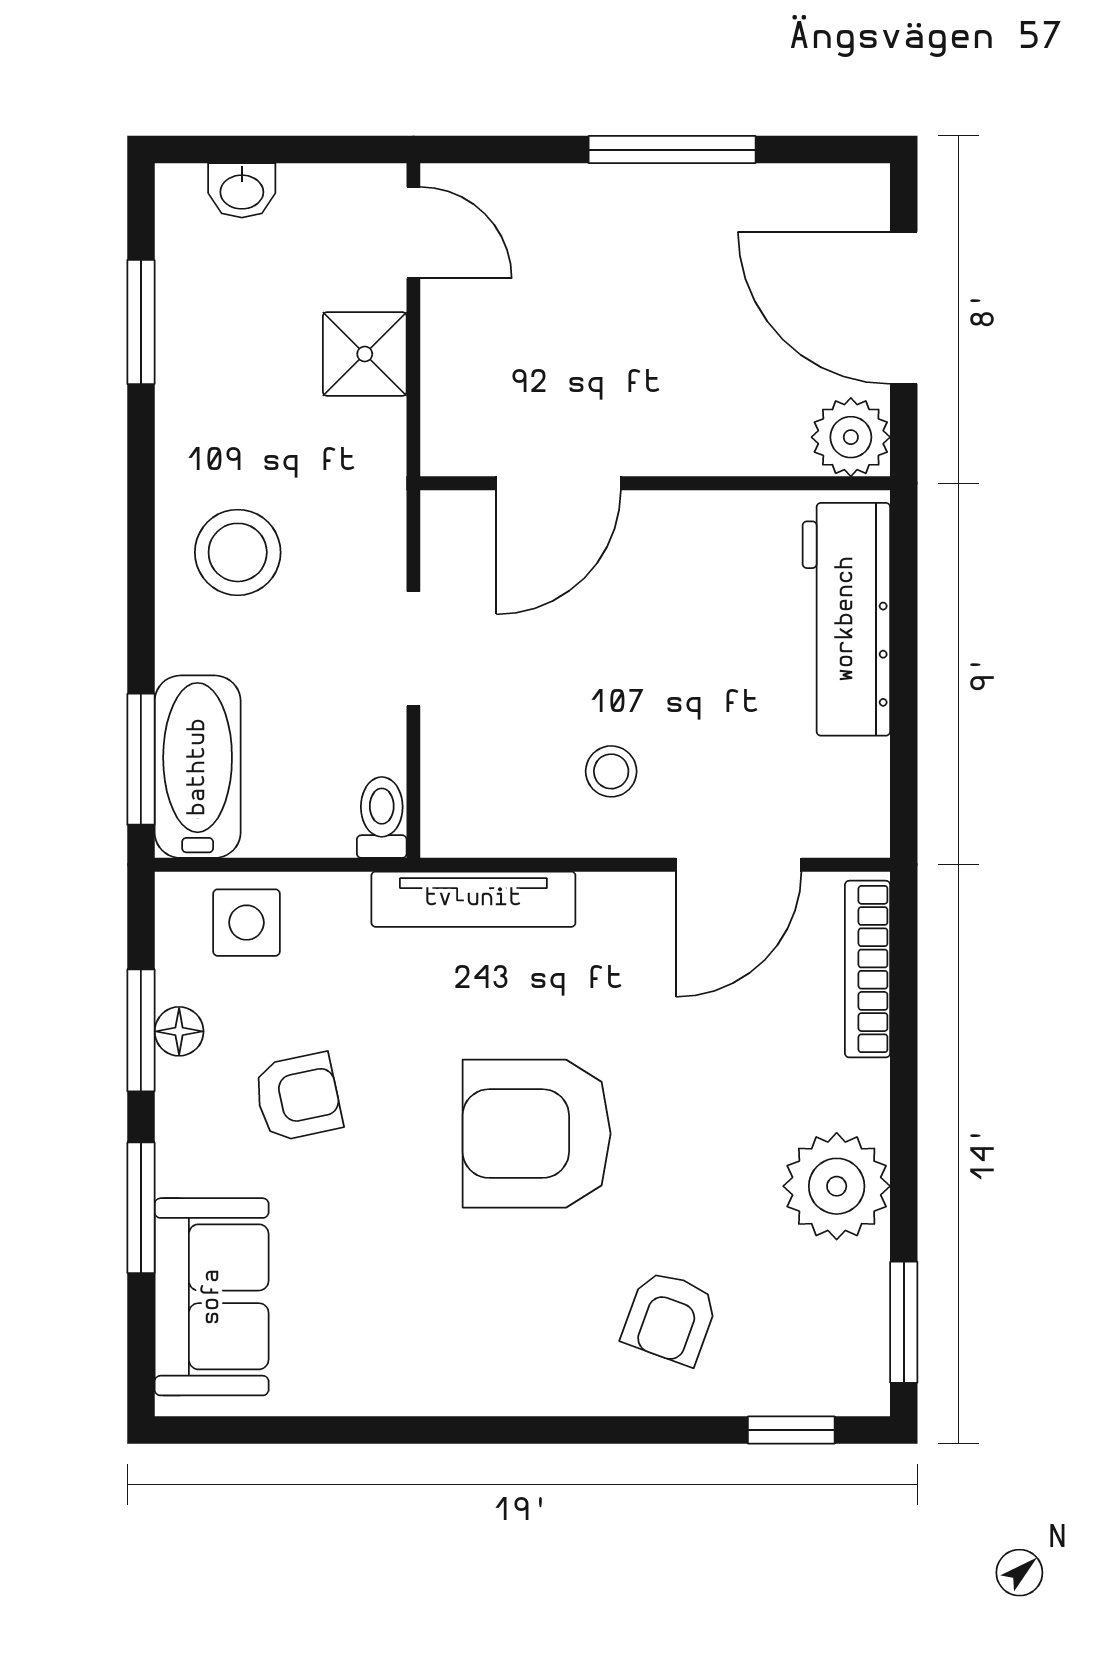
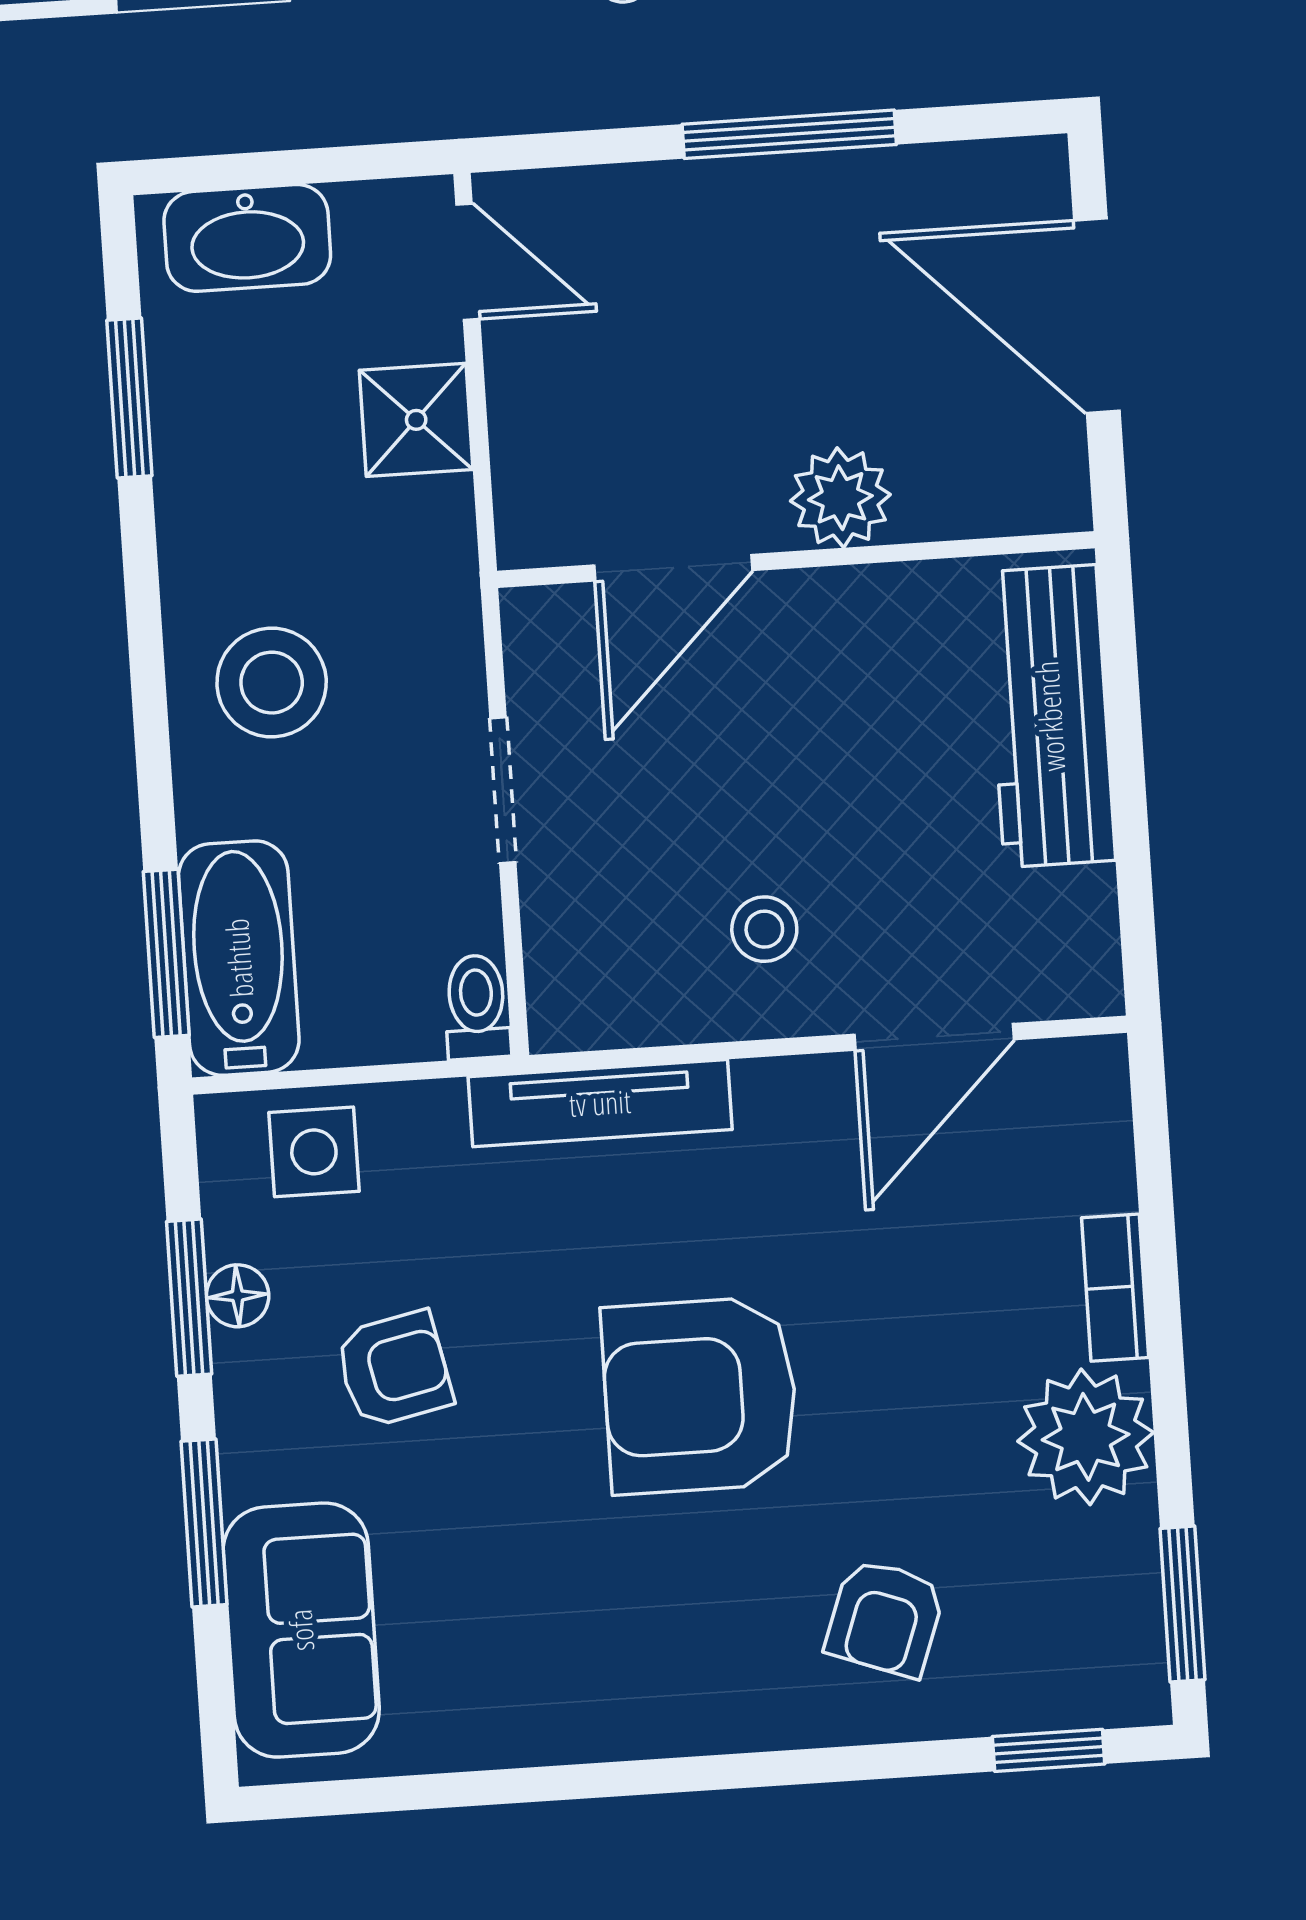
washbasin: (242, 190) -> (247, 238), width x1.91, depth x1.45
plant: (851, 437) -> (840, 498), moved
bookcase: (868, 969) -> (1115, 1288), moved, width x0.64

